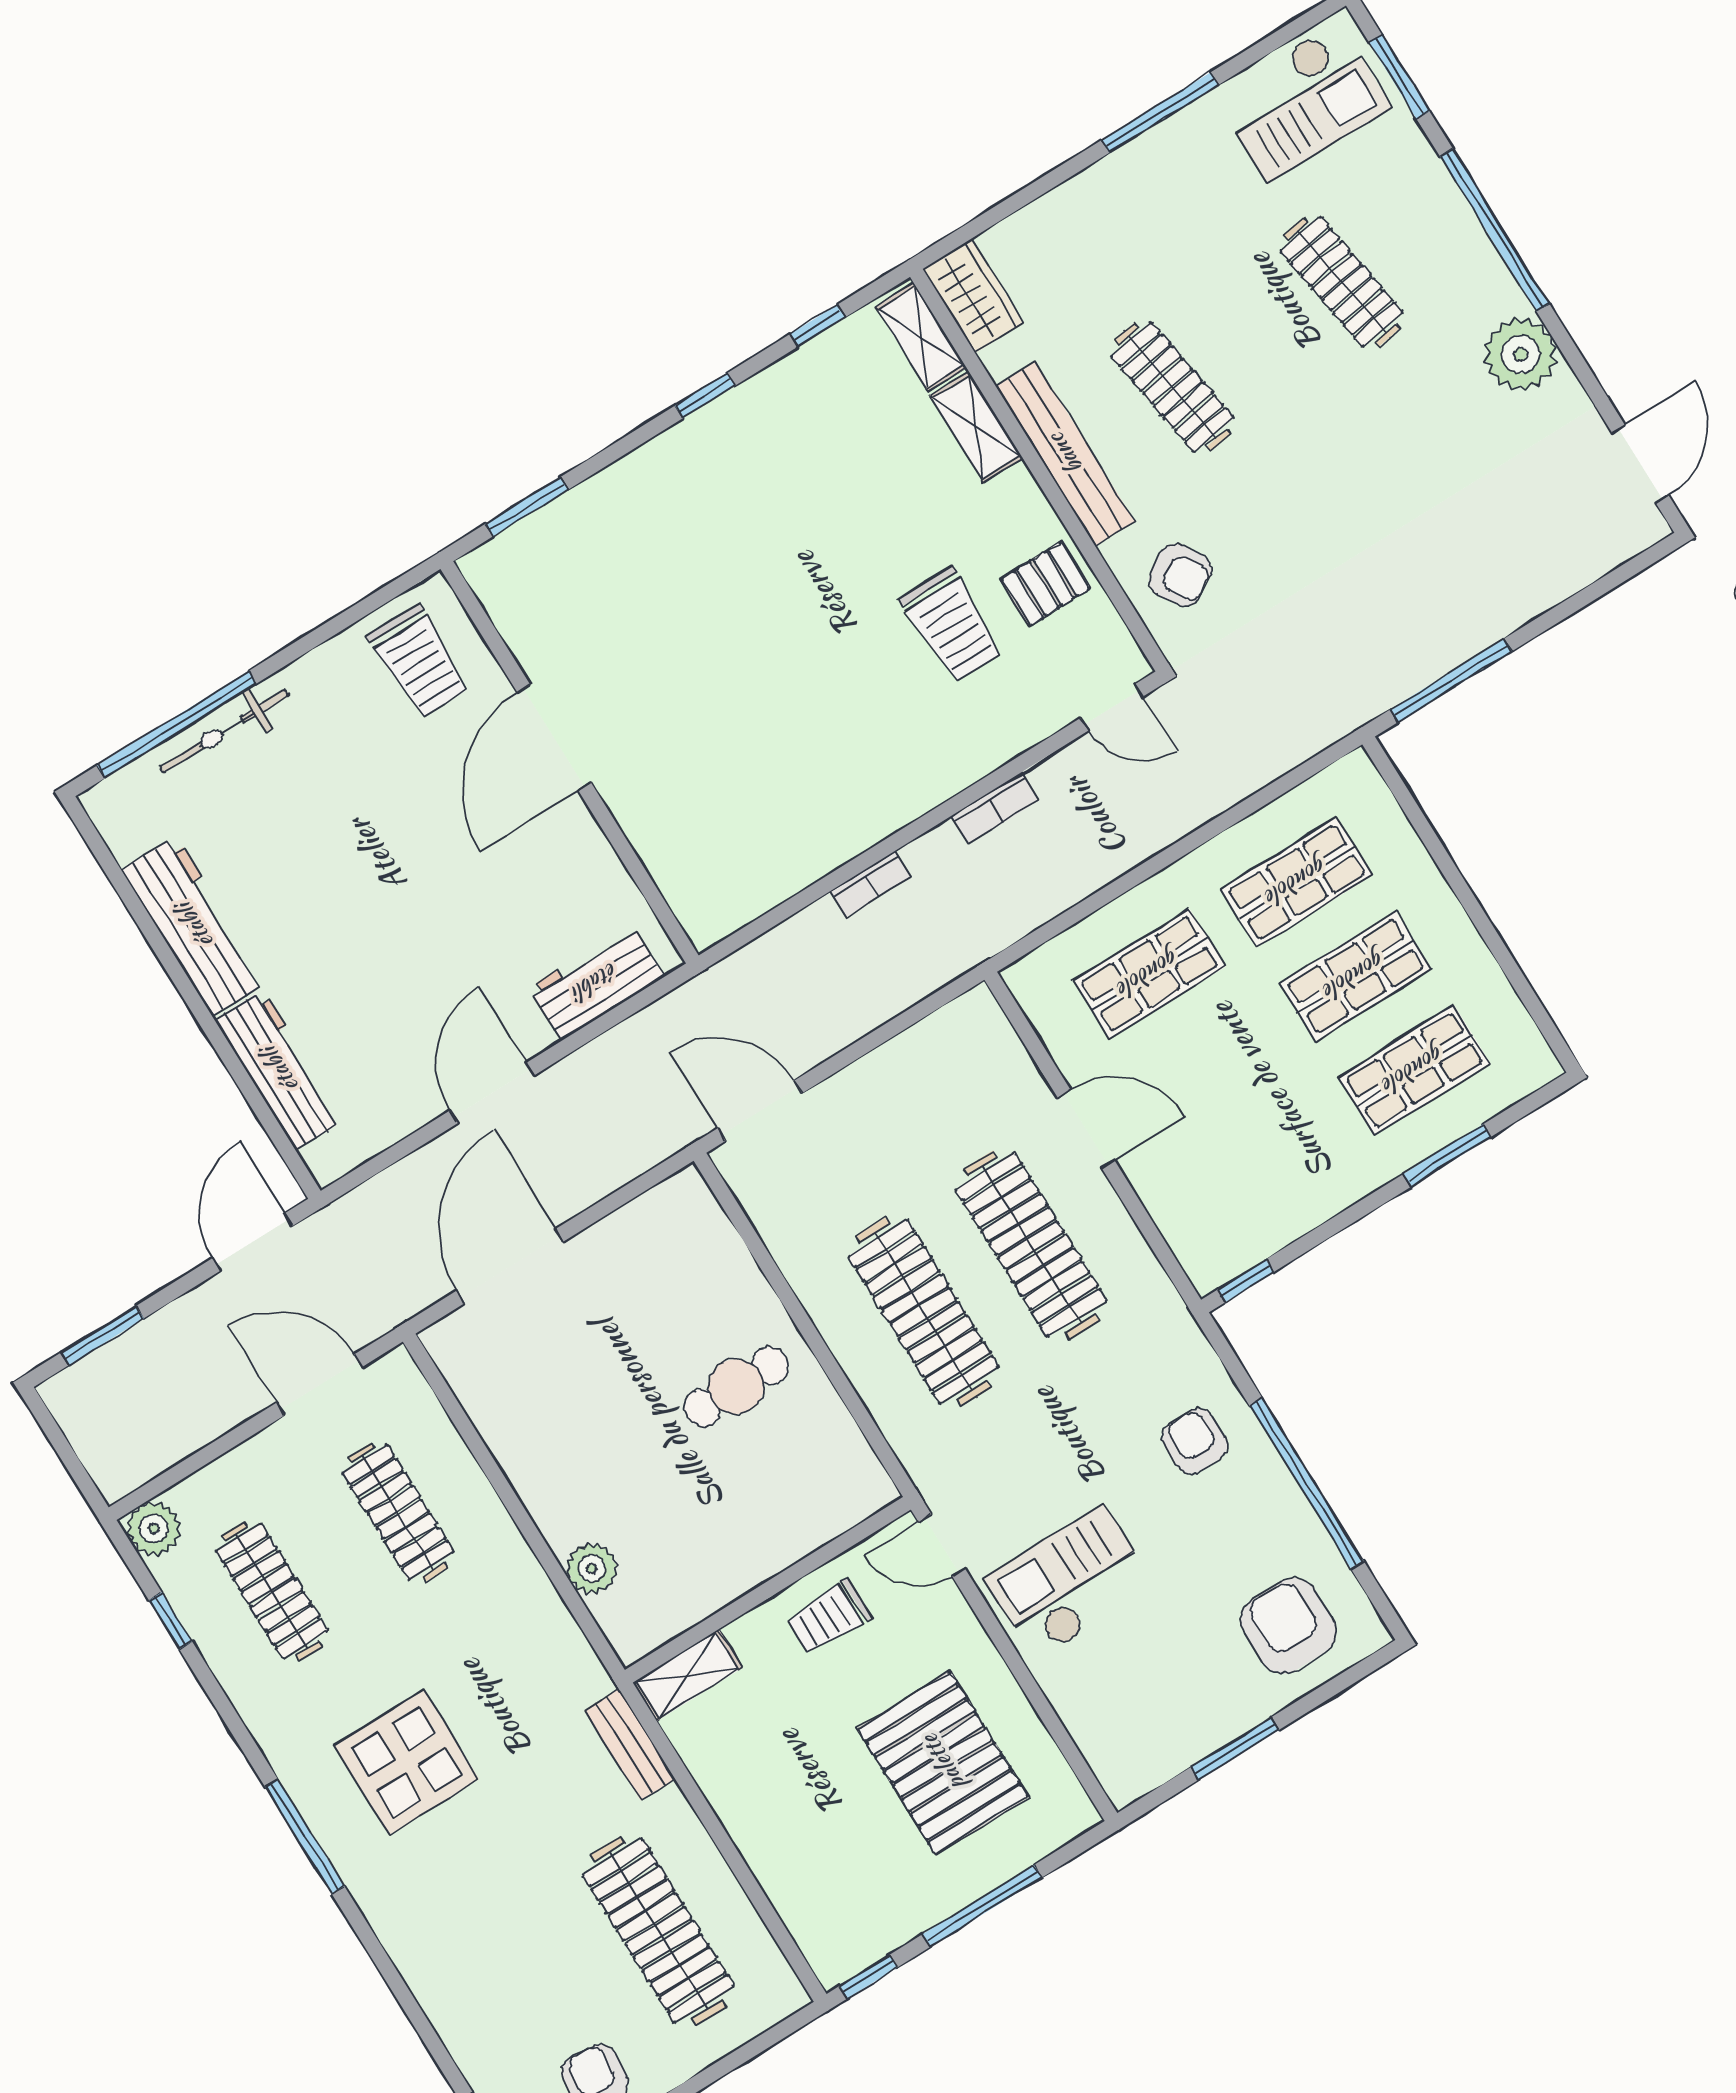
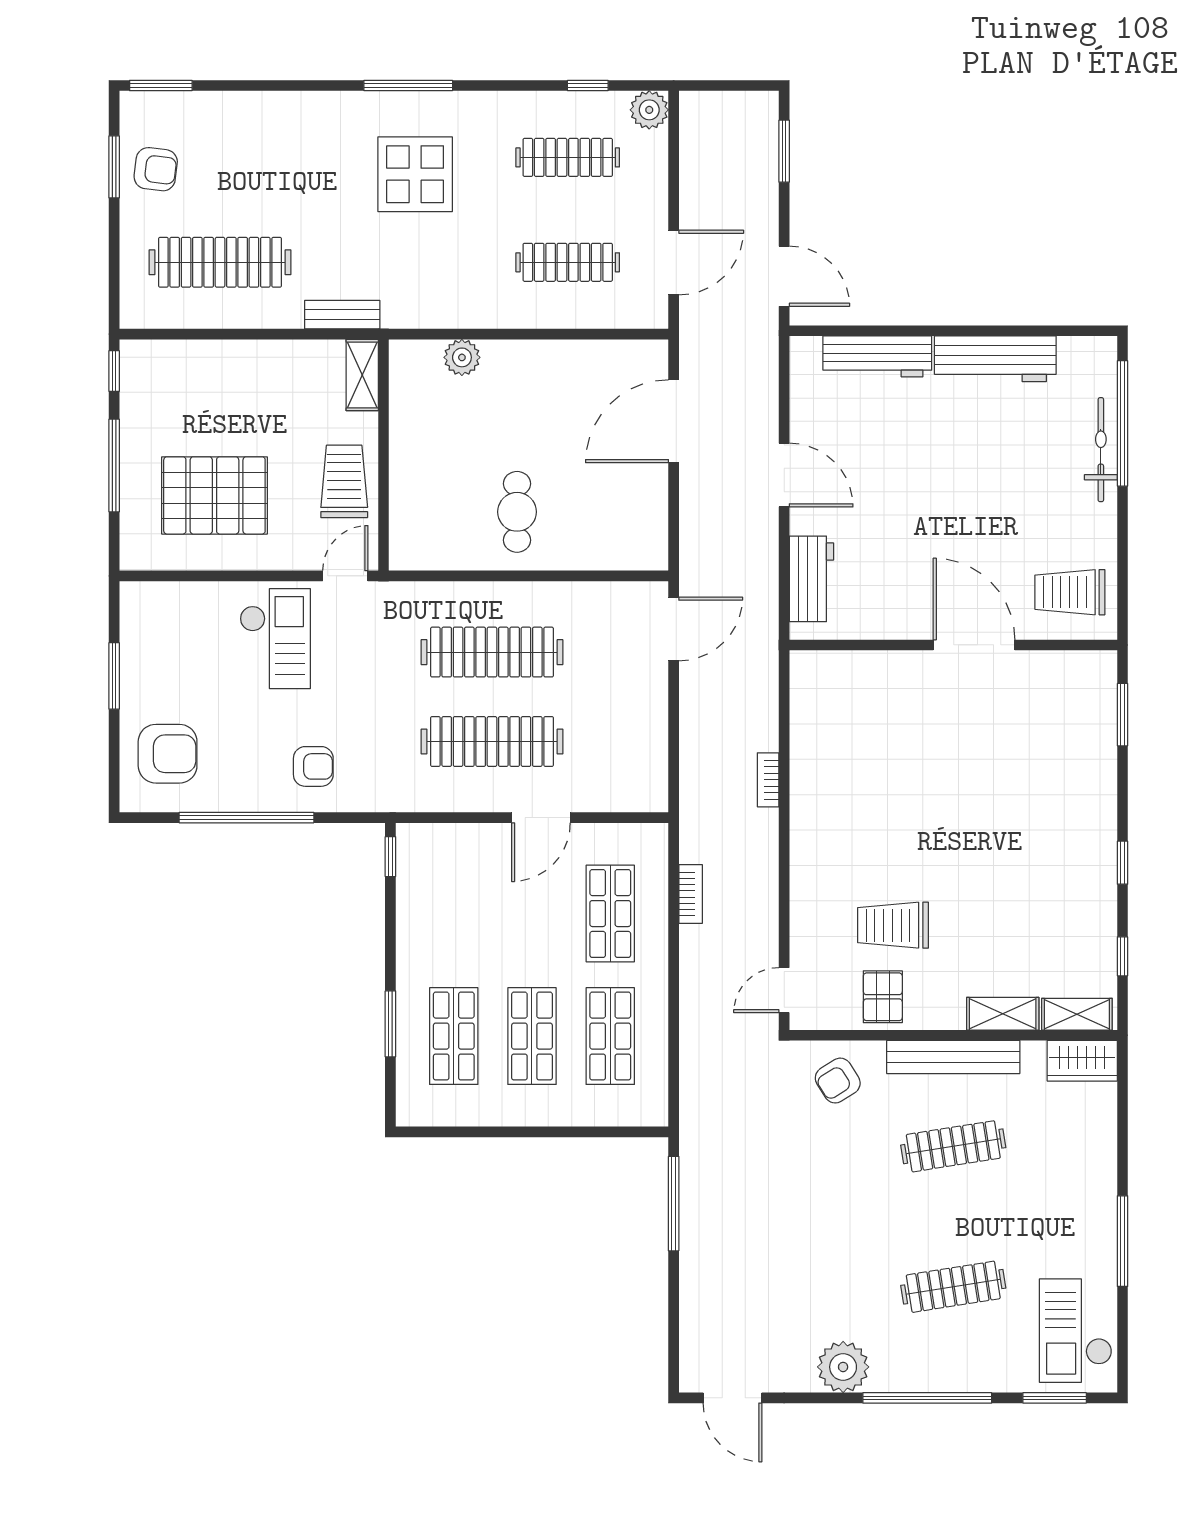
bookcase: (995, 808) -> (691, 894), moved, turned 180
door: (510, 1266) -> (674, 421), swing flipped
trolley: (829, 1617) -> (344, 481), width x1.36, depth x1.39

